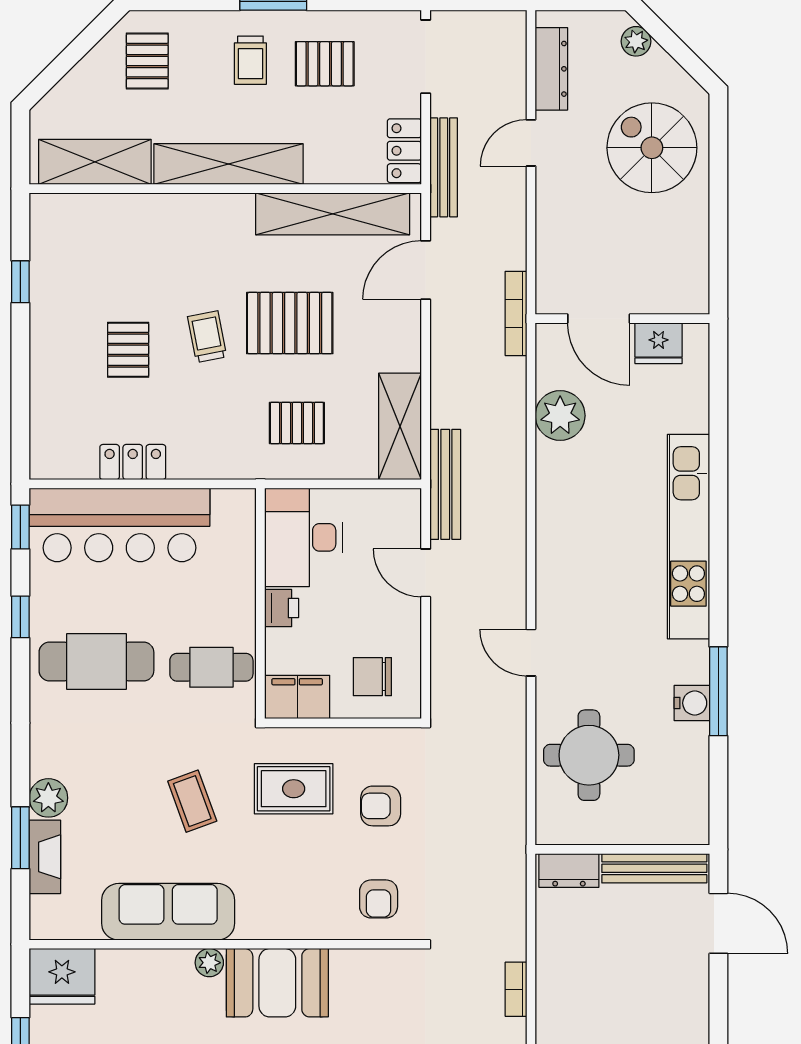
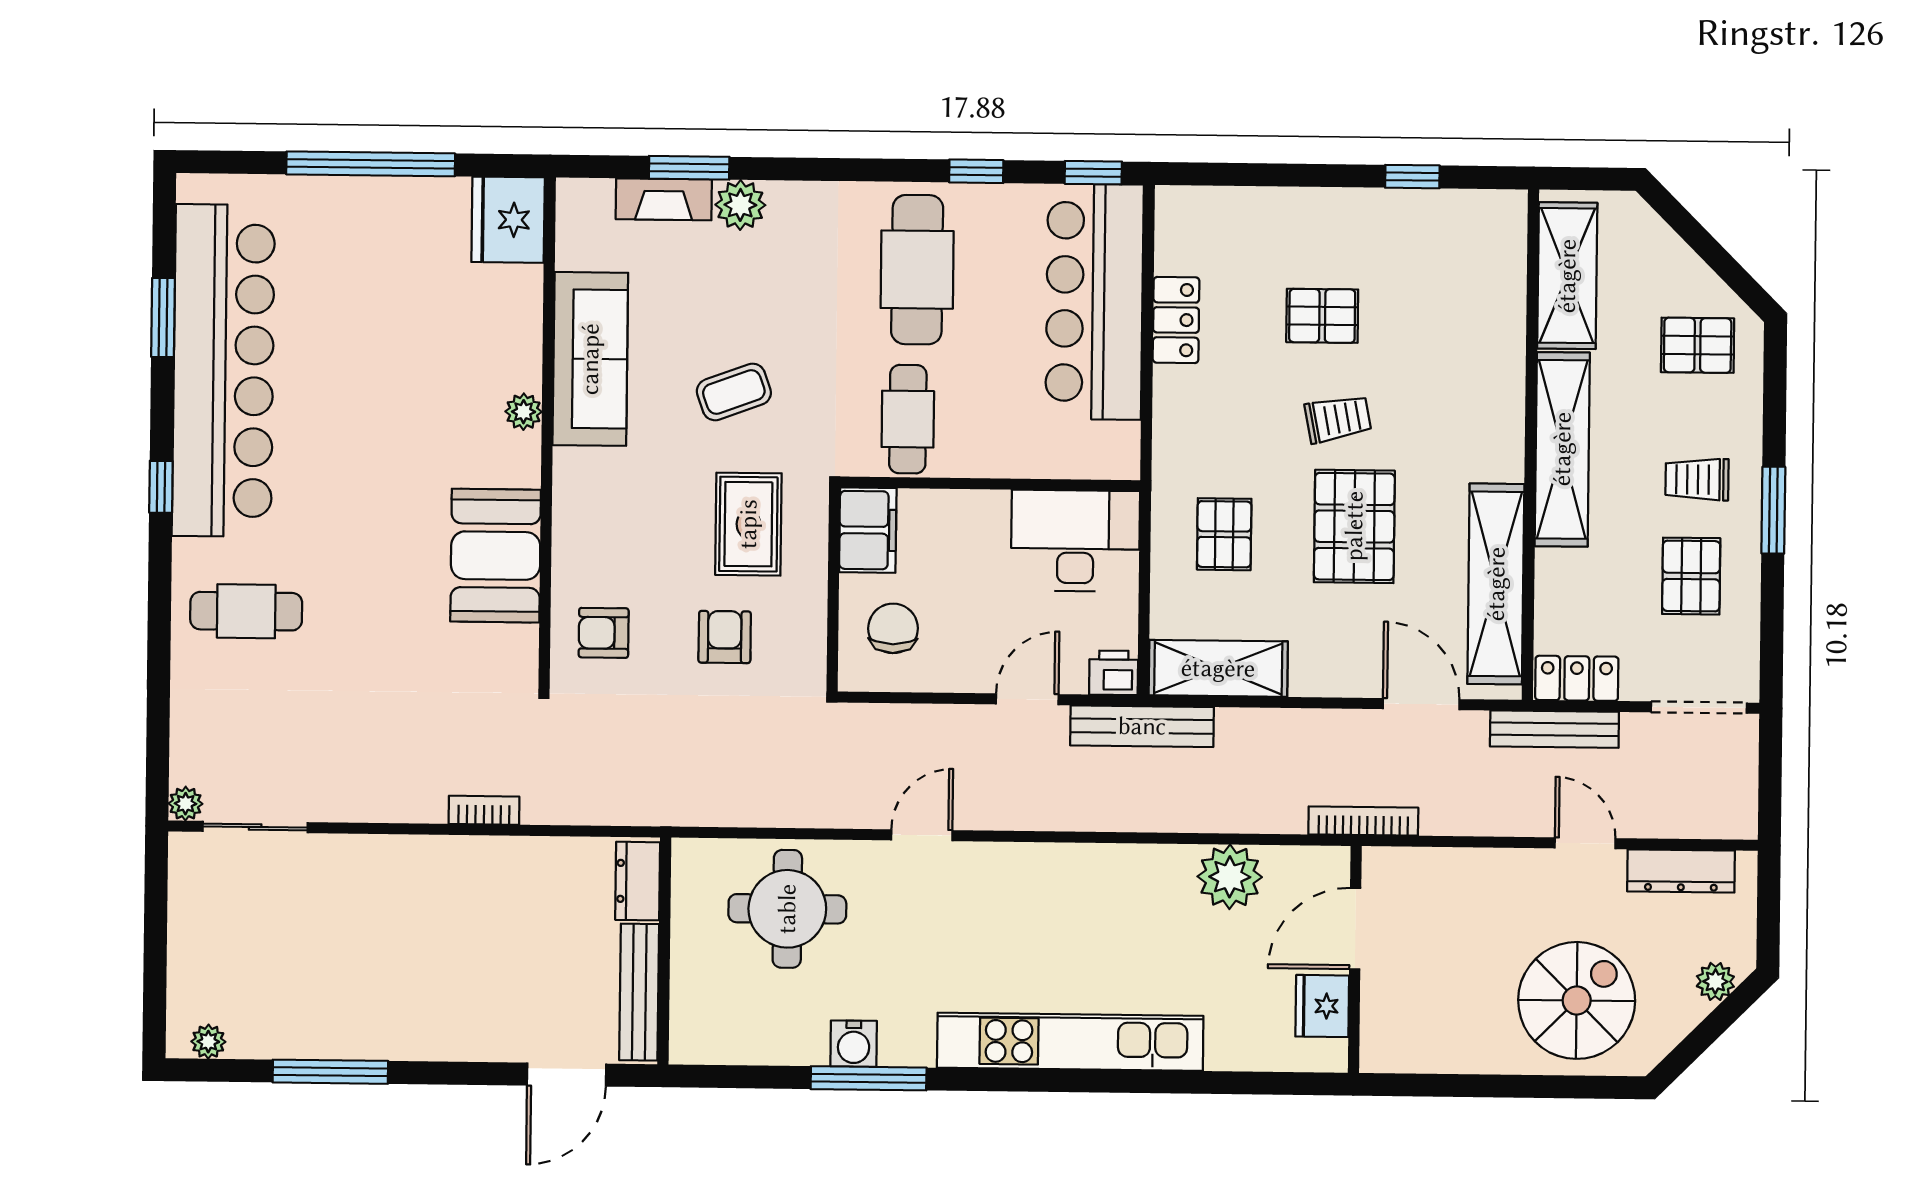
printer: (282, 608) -> (1114, 673), moved, turned 180
booth: (277, 983) -> (496, 556), moved

